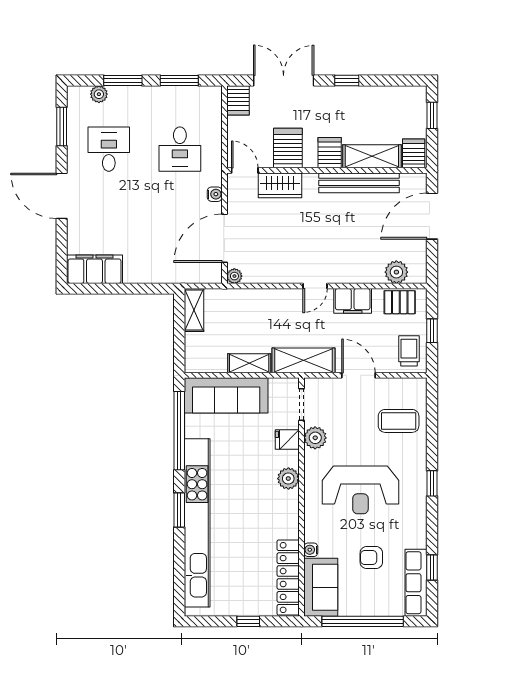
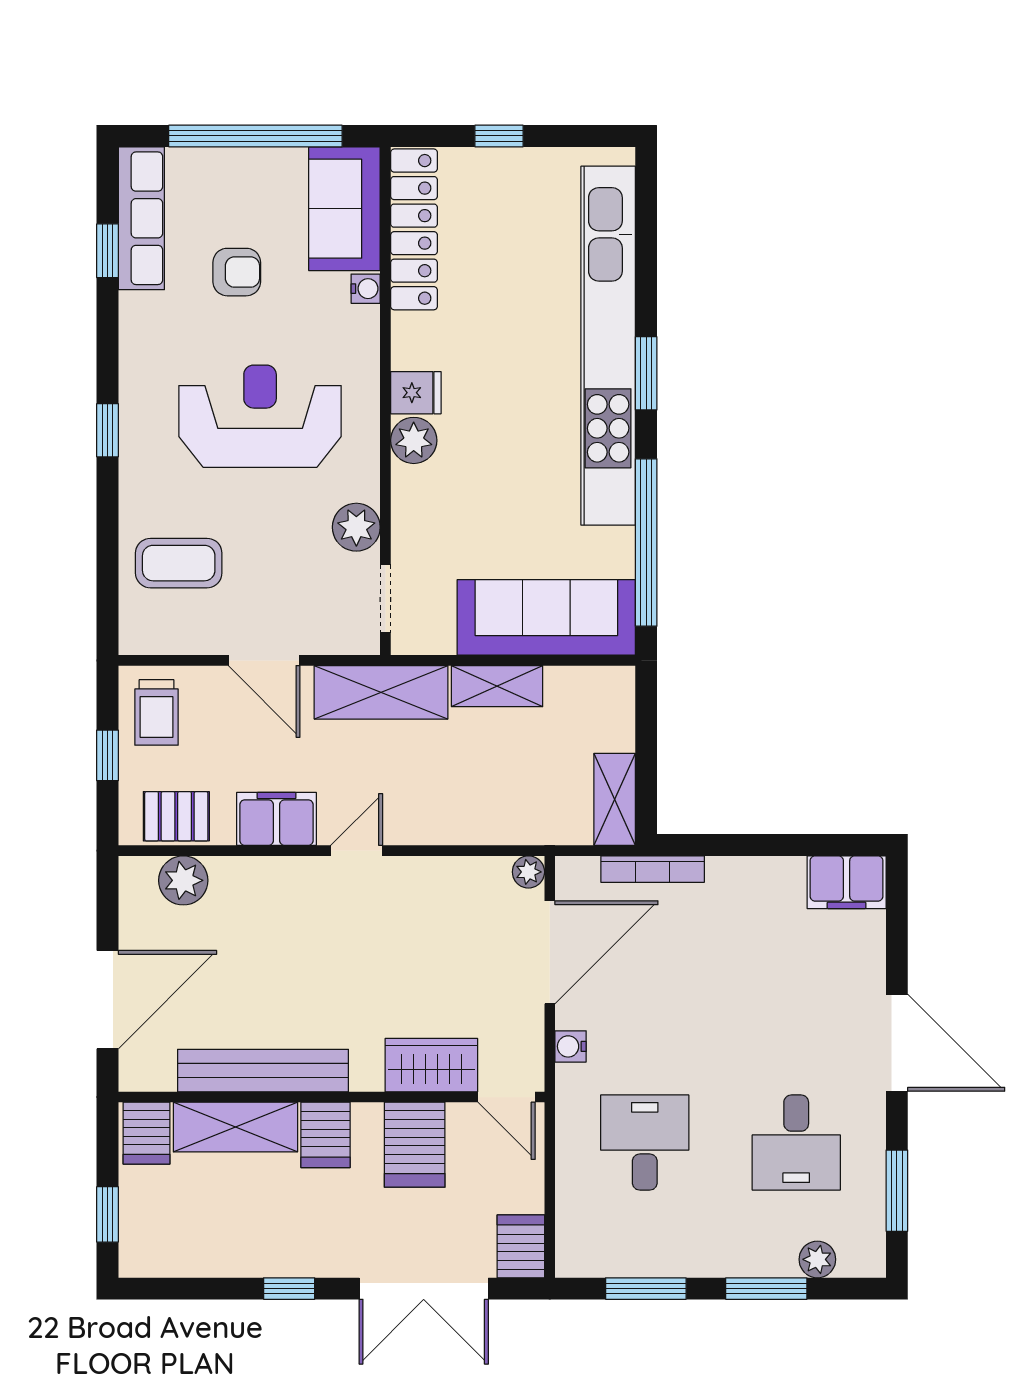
filing cabinet: (94, 269) -> (847, 882), width x0.67, depth x0.86
bookcase: (176, 277) -> (653, 869), added
fridge: (287, 440) -> (416, 393), moved

